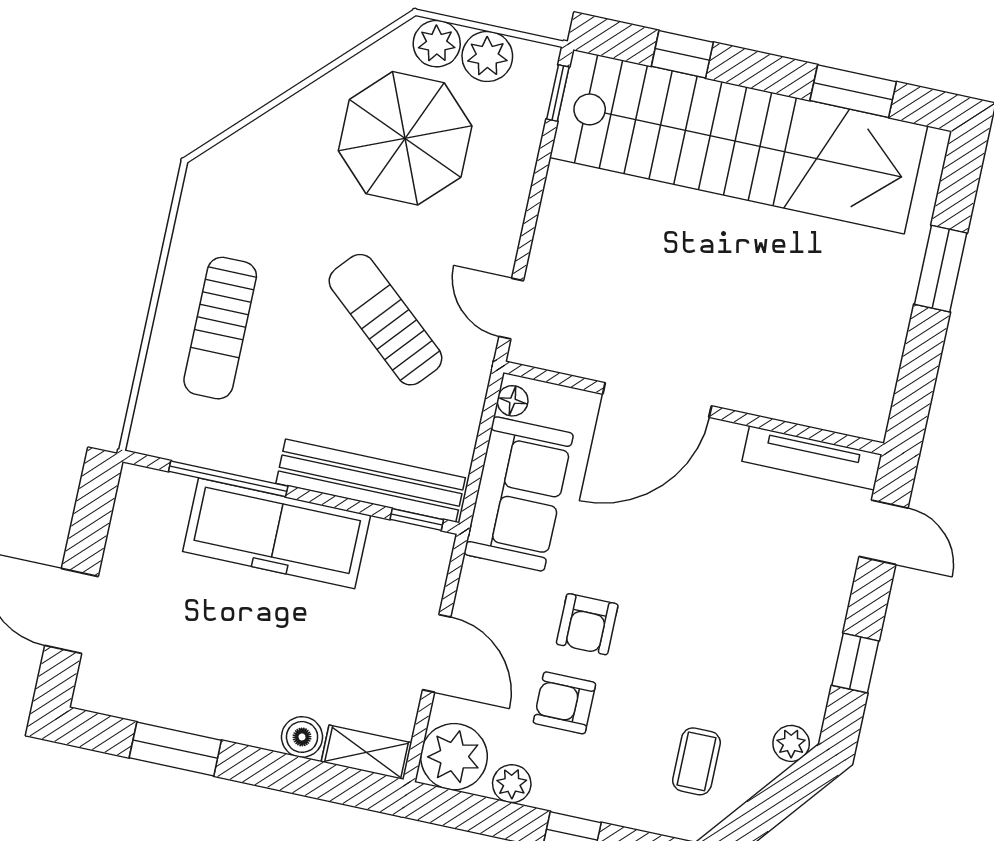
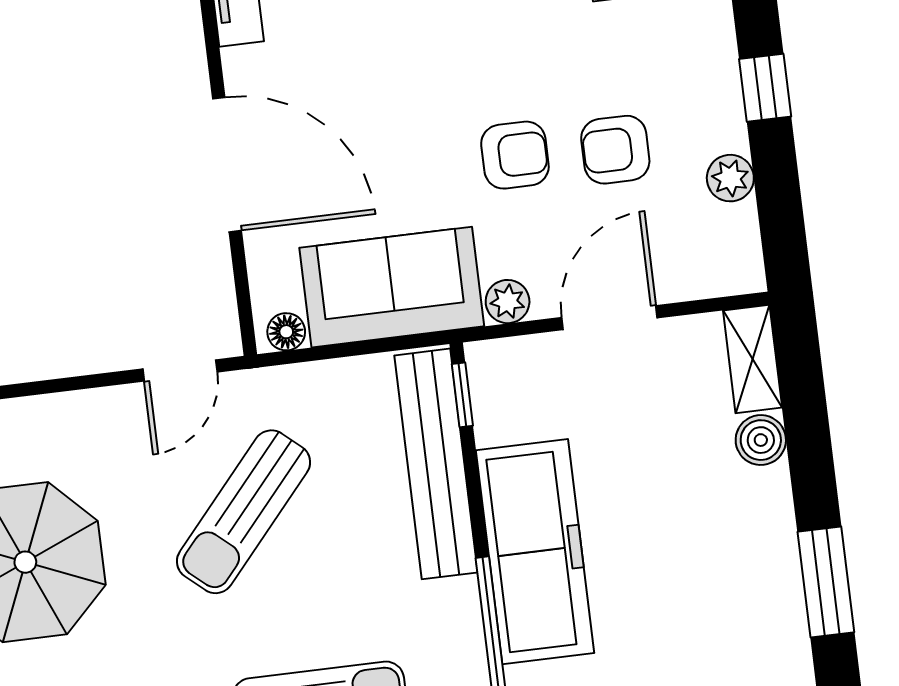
armchair: (564, 703) -> (615, 150), turned 90
plant: (454, 757) -> (508, 302), moved, width x0.53, depth x0.53

